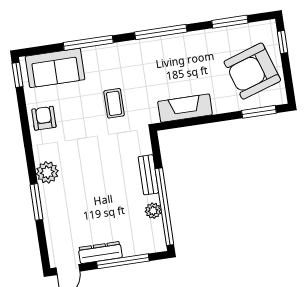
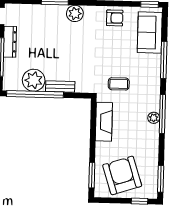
window: (230, 22) -> (161, 179), moved
plant: (168, 43) -> (154, 118), added
coffee table: (114, 103) -> (119, 84), moved
plant: (153, 211) -> (34, 80), width x1.87, depth x1.87

